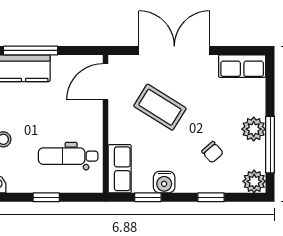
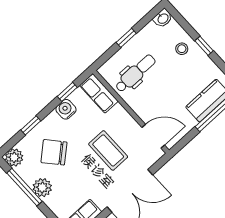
door: (105, 82) -> (153, 136), hinge flipped
coffee table: (160, 107) -> (108, 150), turned 58
chair: (212, 152) -> (54, 152), width x1.87, depth x1.87

